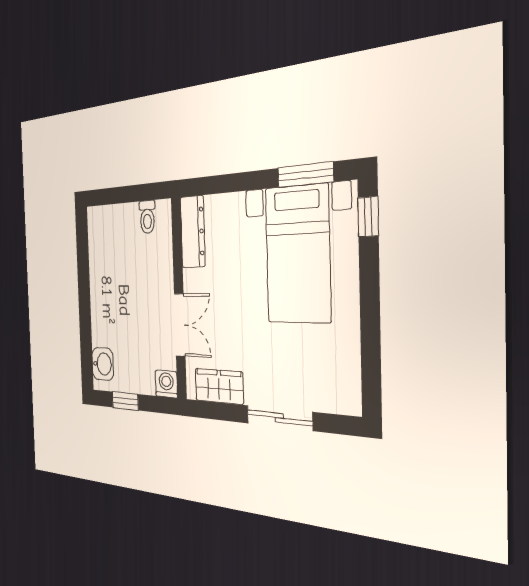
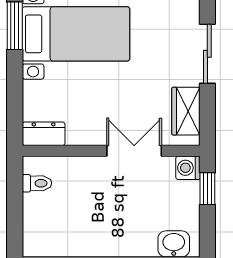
dresser: (193, 232) -> (44, 134), width x0.70
window: (125, 401) -> (207, 189), moved

